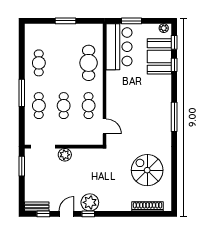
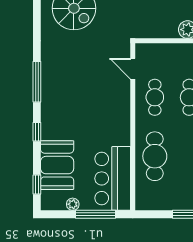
window: (132, 21) -> (95, 214), width x1.44
plant: (164, 28) -> (73, 204), moved
window: (174, 65) -> (37, 132), moved

